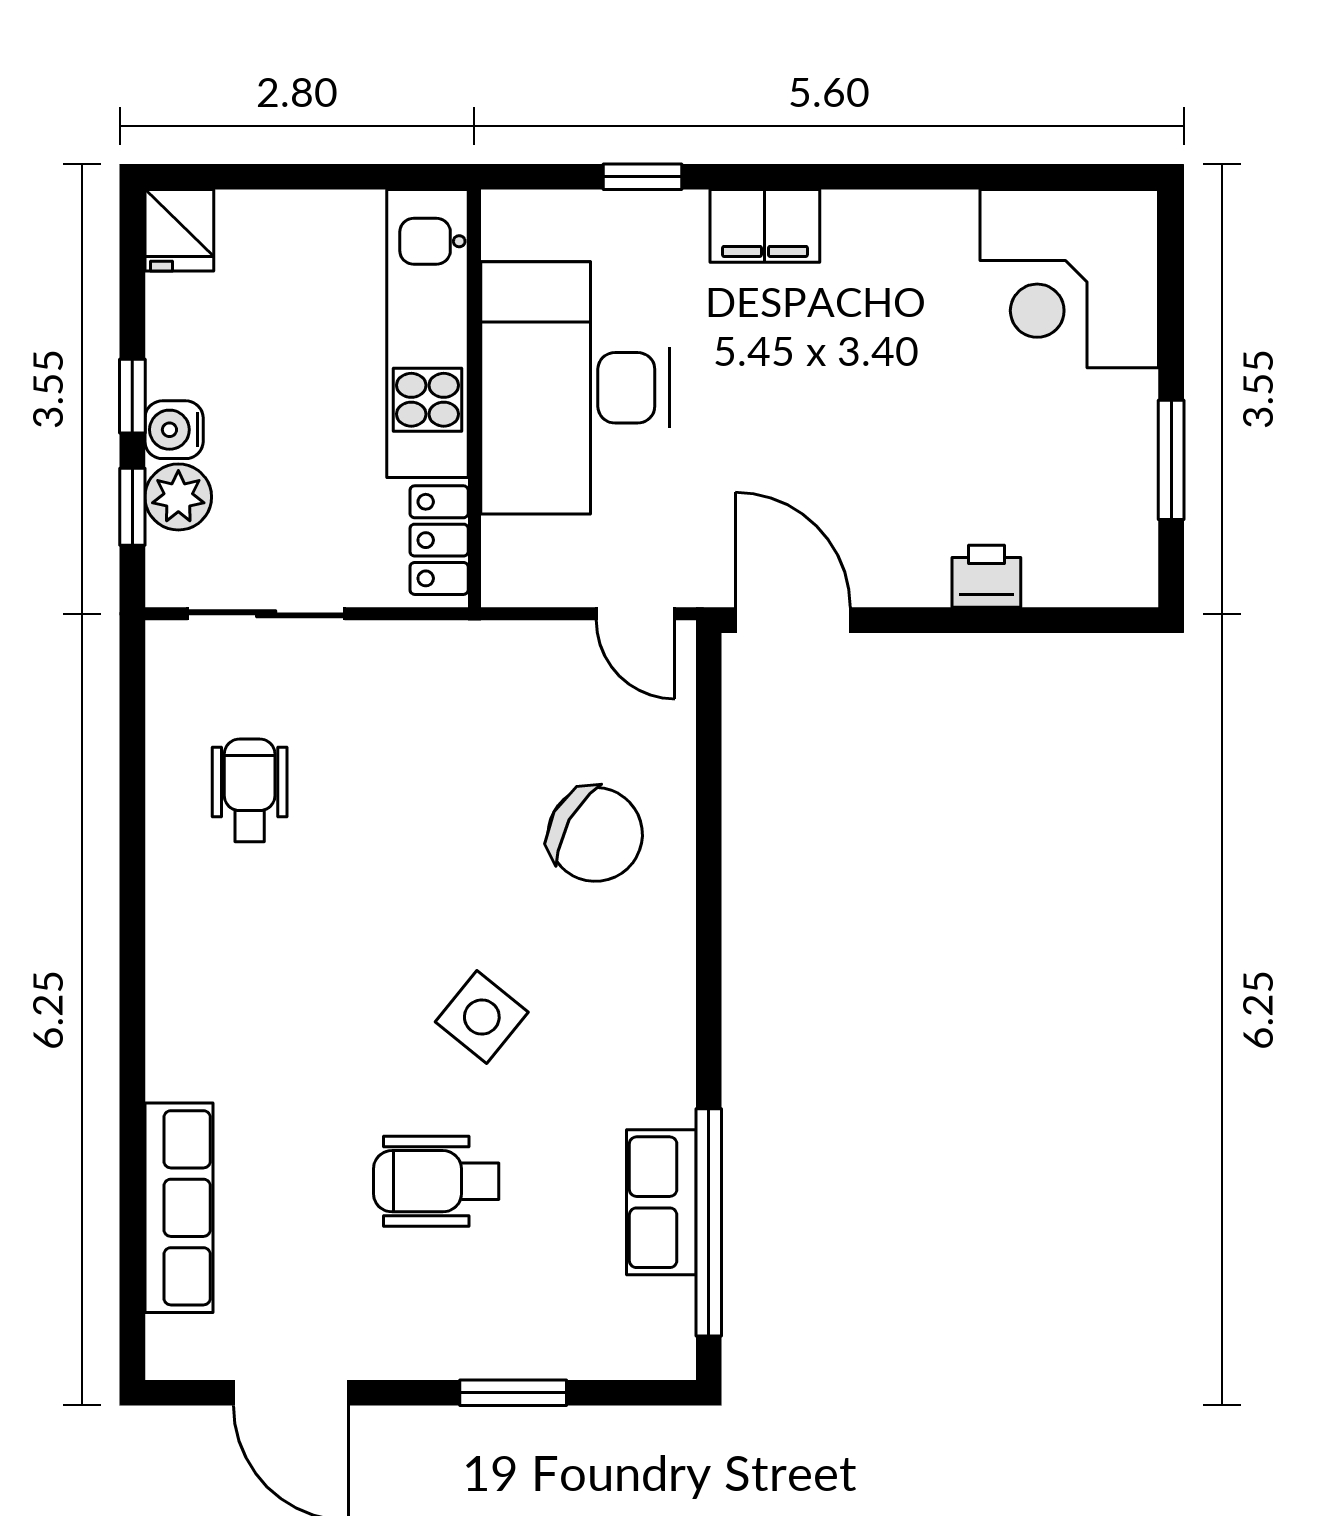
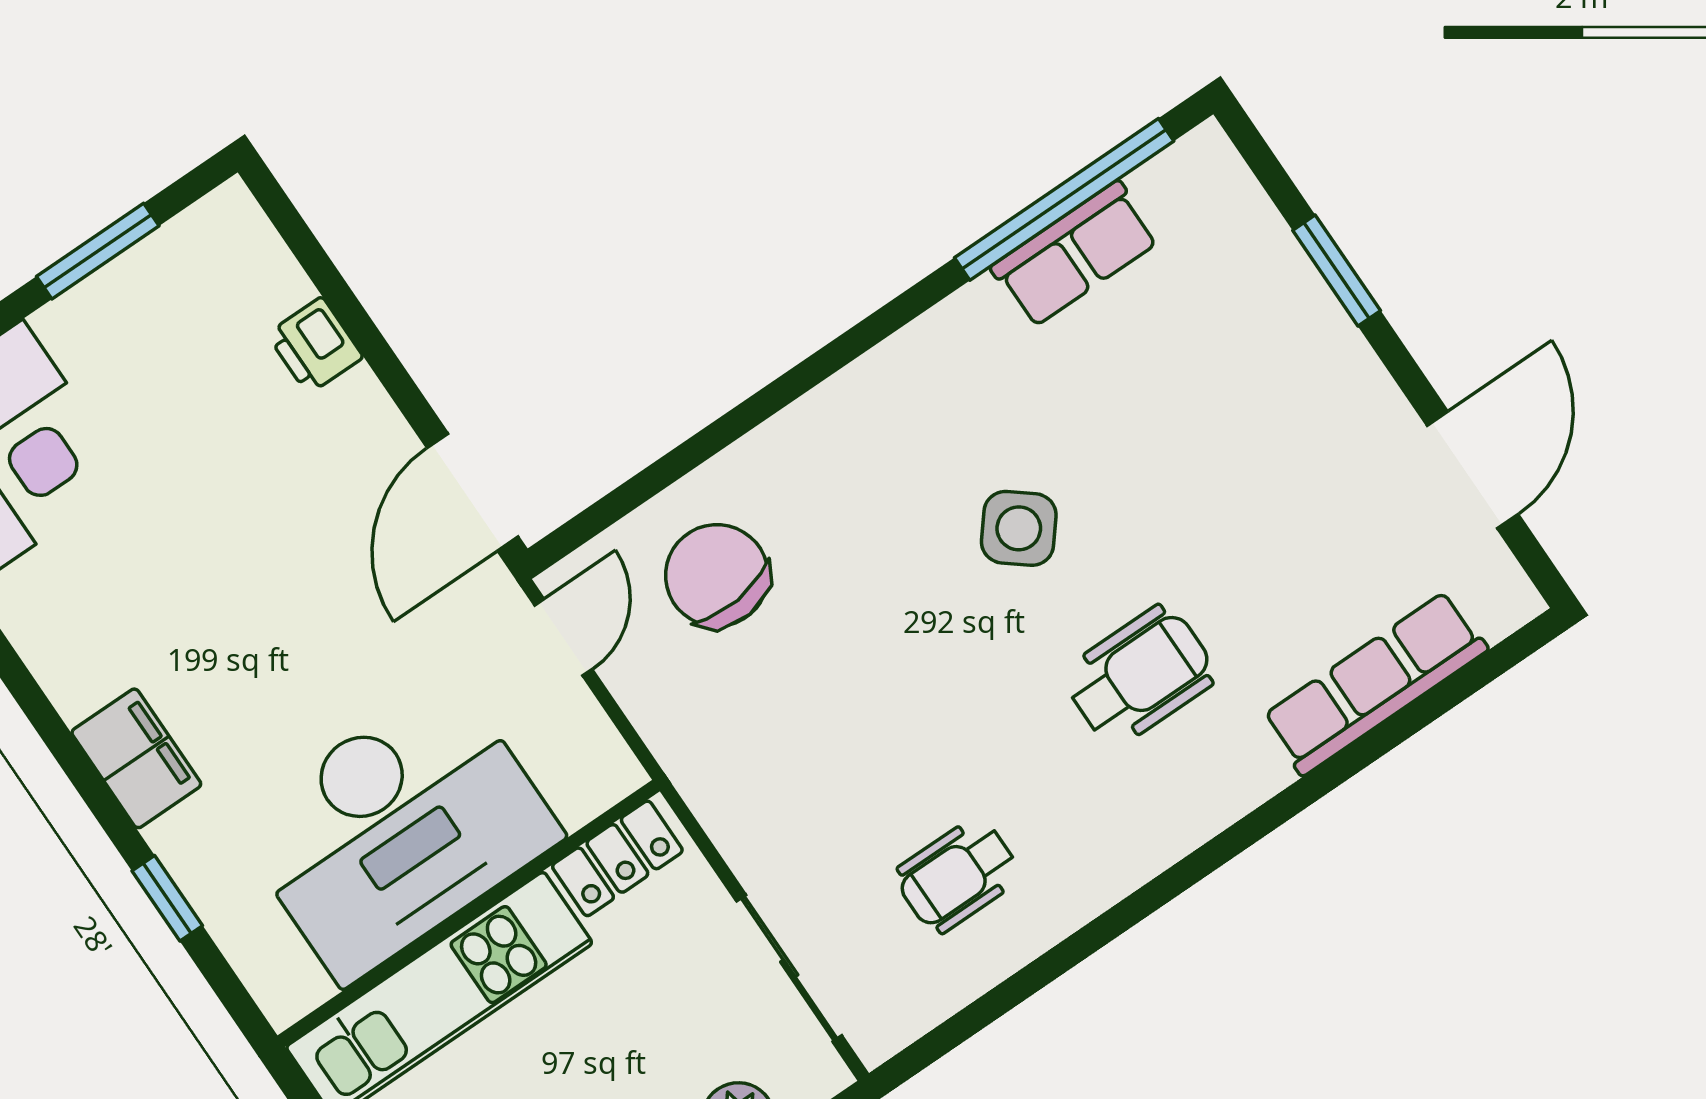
chair: (595, 834) -> (717, 575), moved, turned -35
wheelchair: (436, 1181) -> (1140, 675), moved, turned -90

